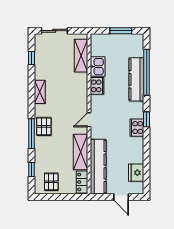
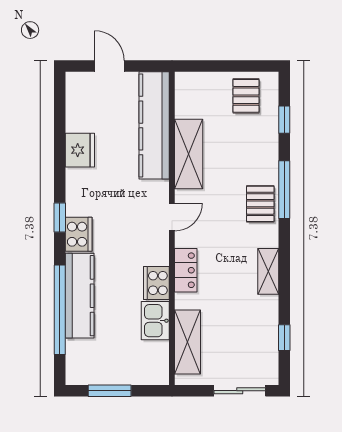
cooker: (137, 128) -> (79, 234), moved
fridge: (136, 173) -> (80, 150), moved
locker: (82, 182) -> (186, 270), moved

